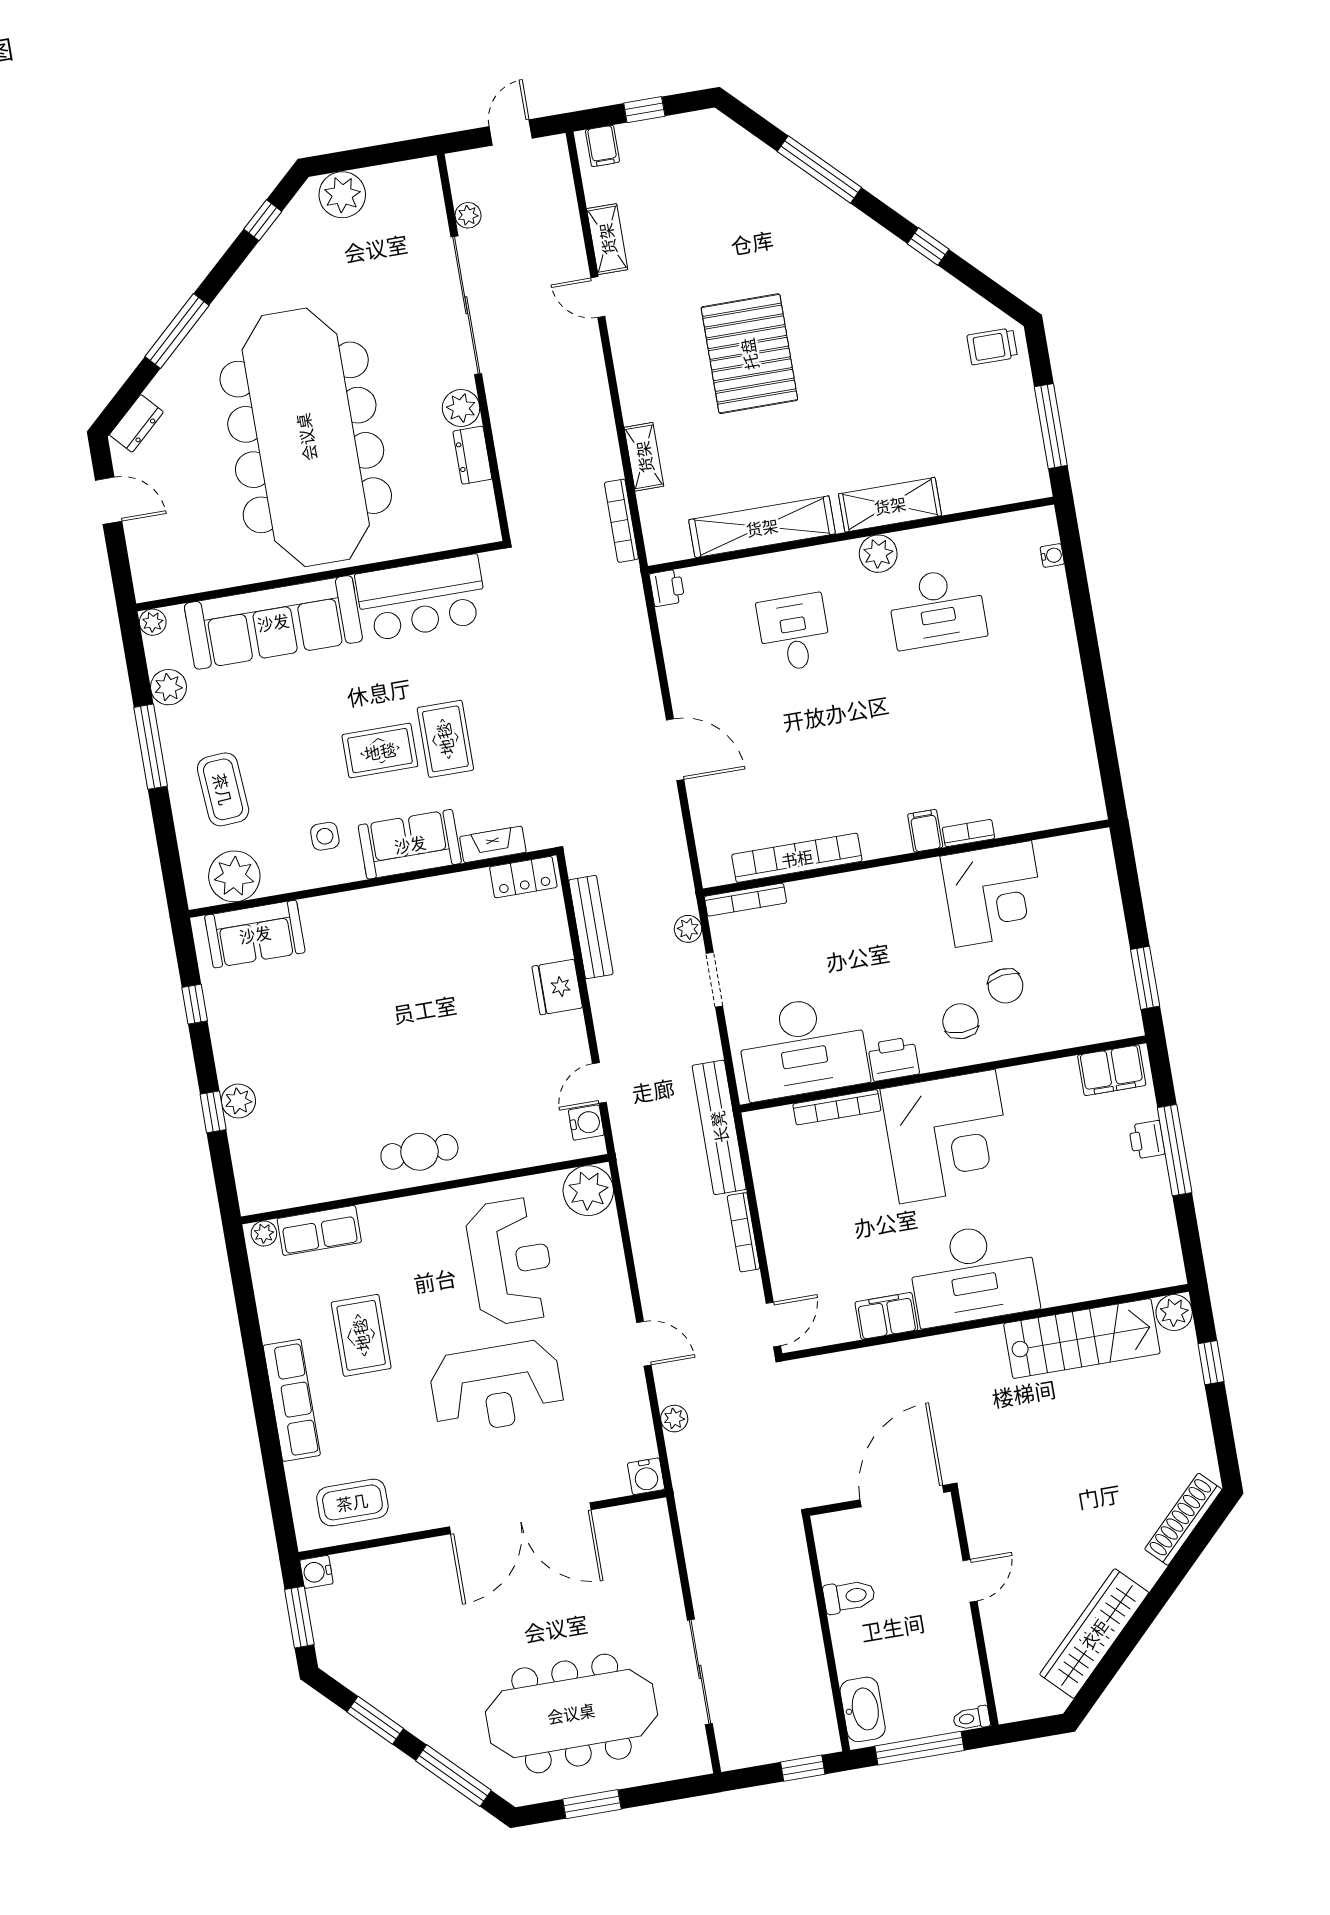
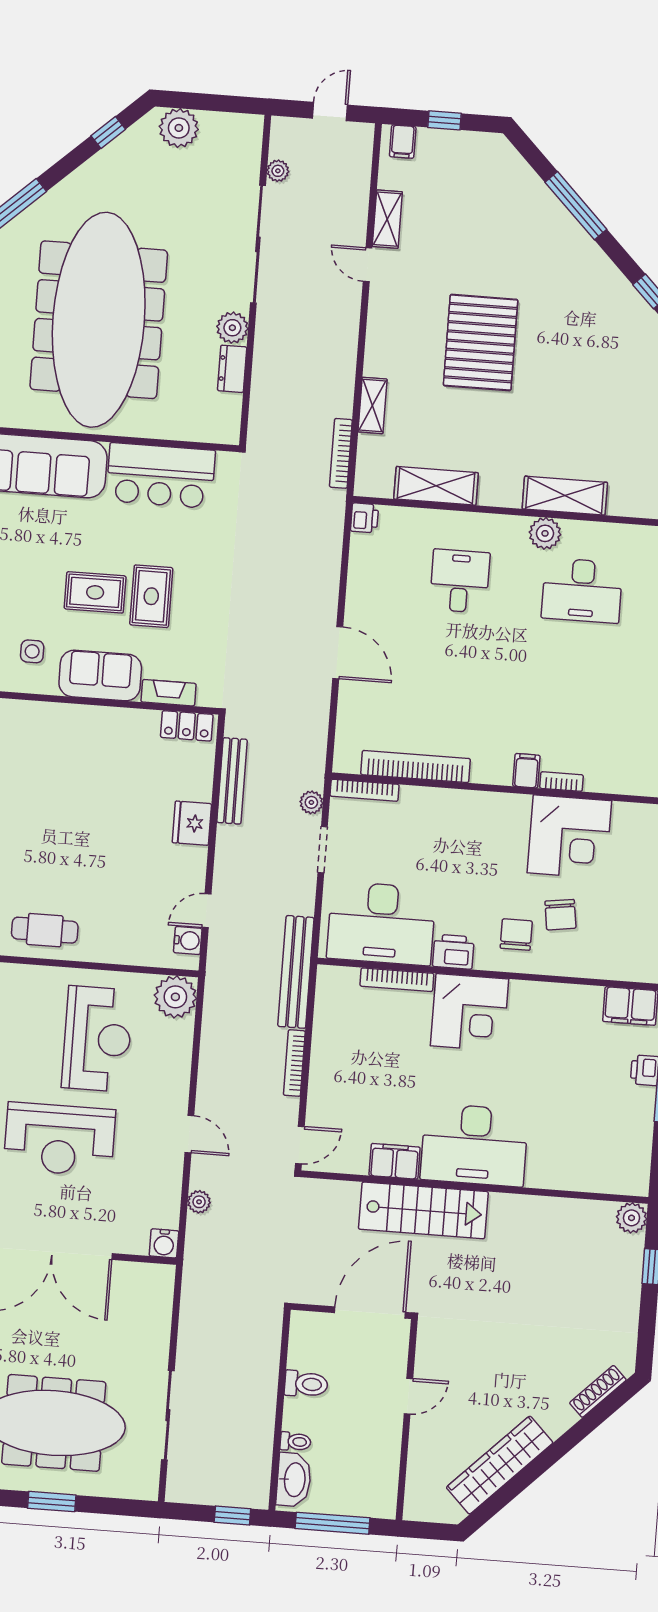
shelving: (762, 527) -> (436, 486), width x0.68
corner desk: (947, 1137) -> (470, 1012), width x0.74, depth x0.74
stairs: (1082, 1339) -> (423, 1210), moved
shoe rack: (1183, 1519) -> (598, 1391), width x0.74, depth x0.81
toilet: (971, 1718) -> (295, 1442), moved, turned 180

